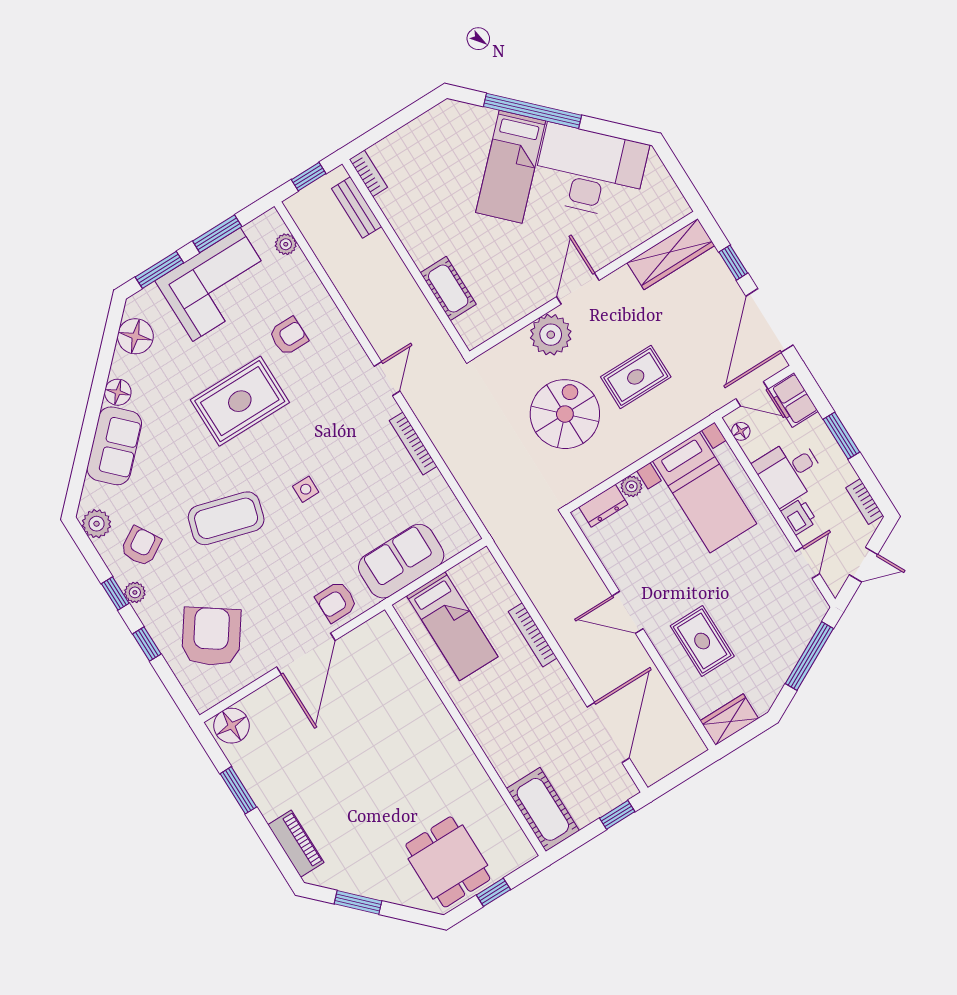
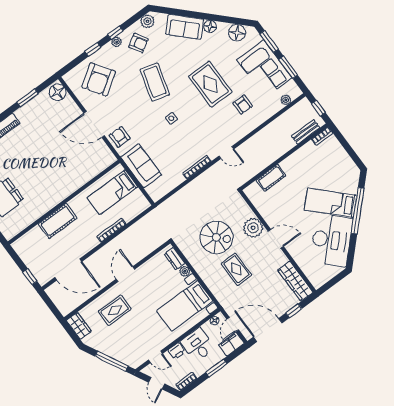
armchair: (211, 637) -> (99, 79), turned 111
cot: (543, 809) -> (58, 221), moved

